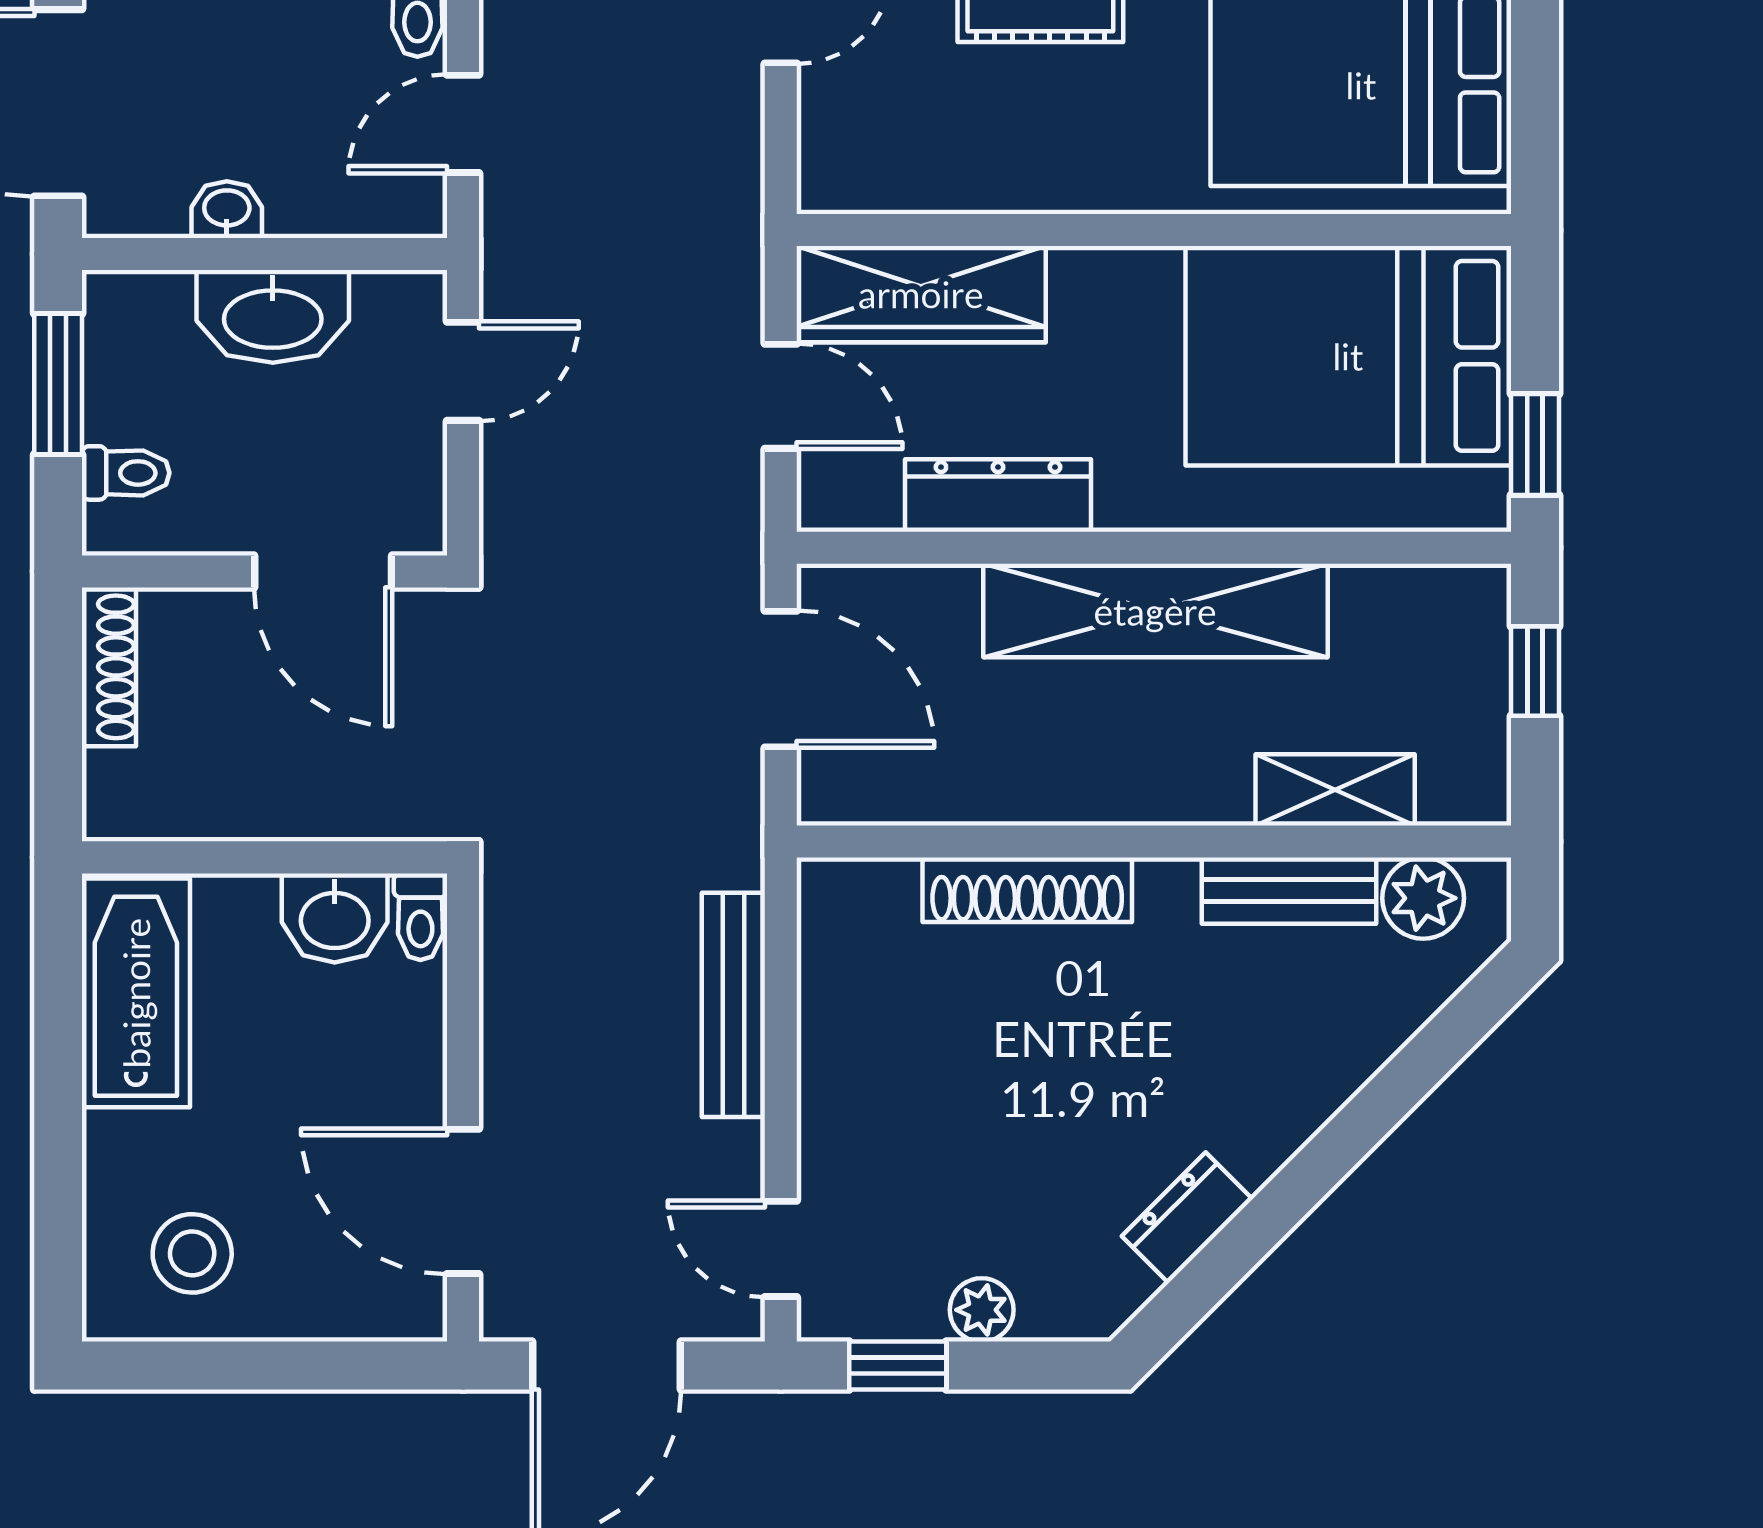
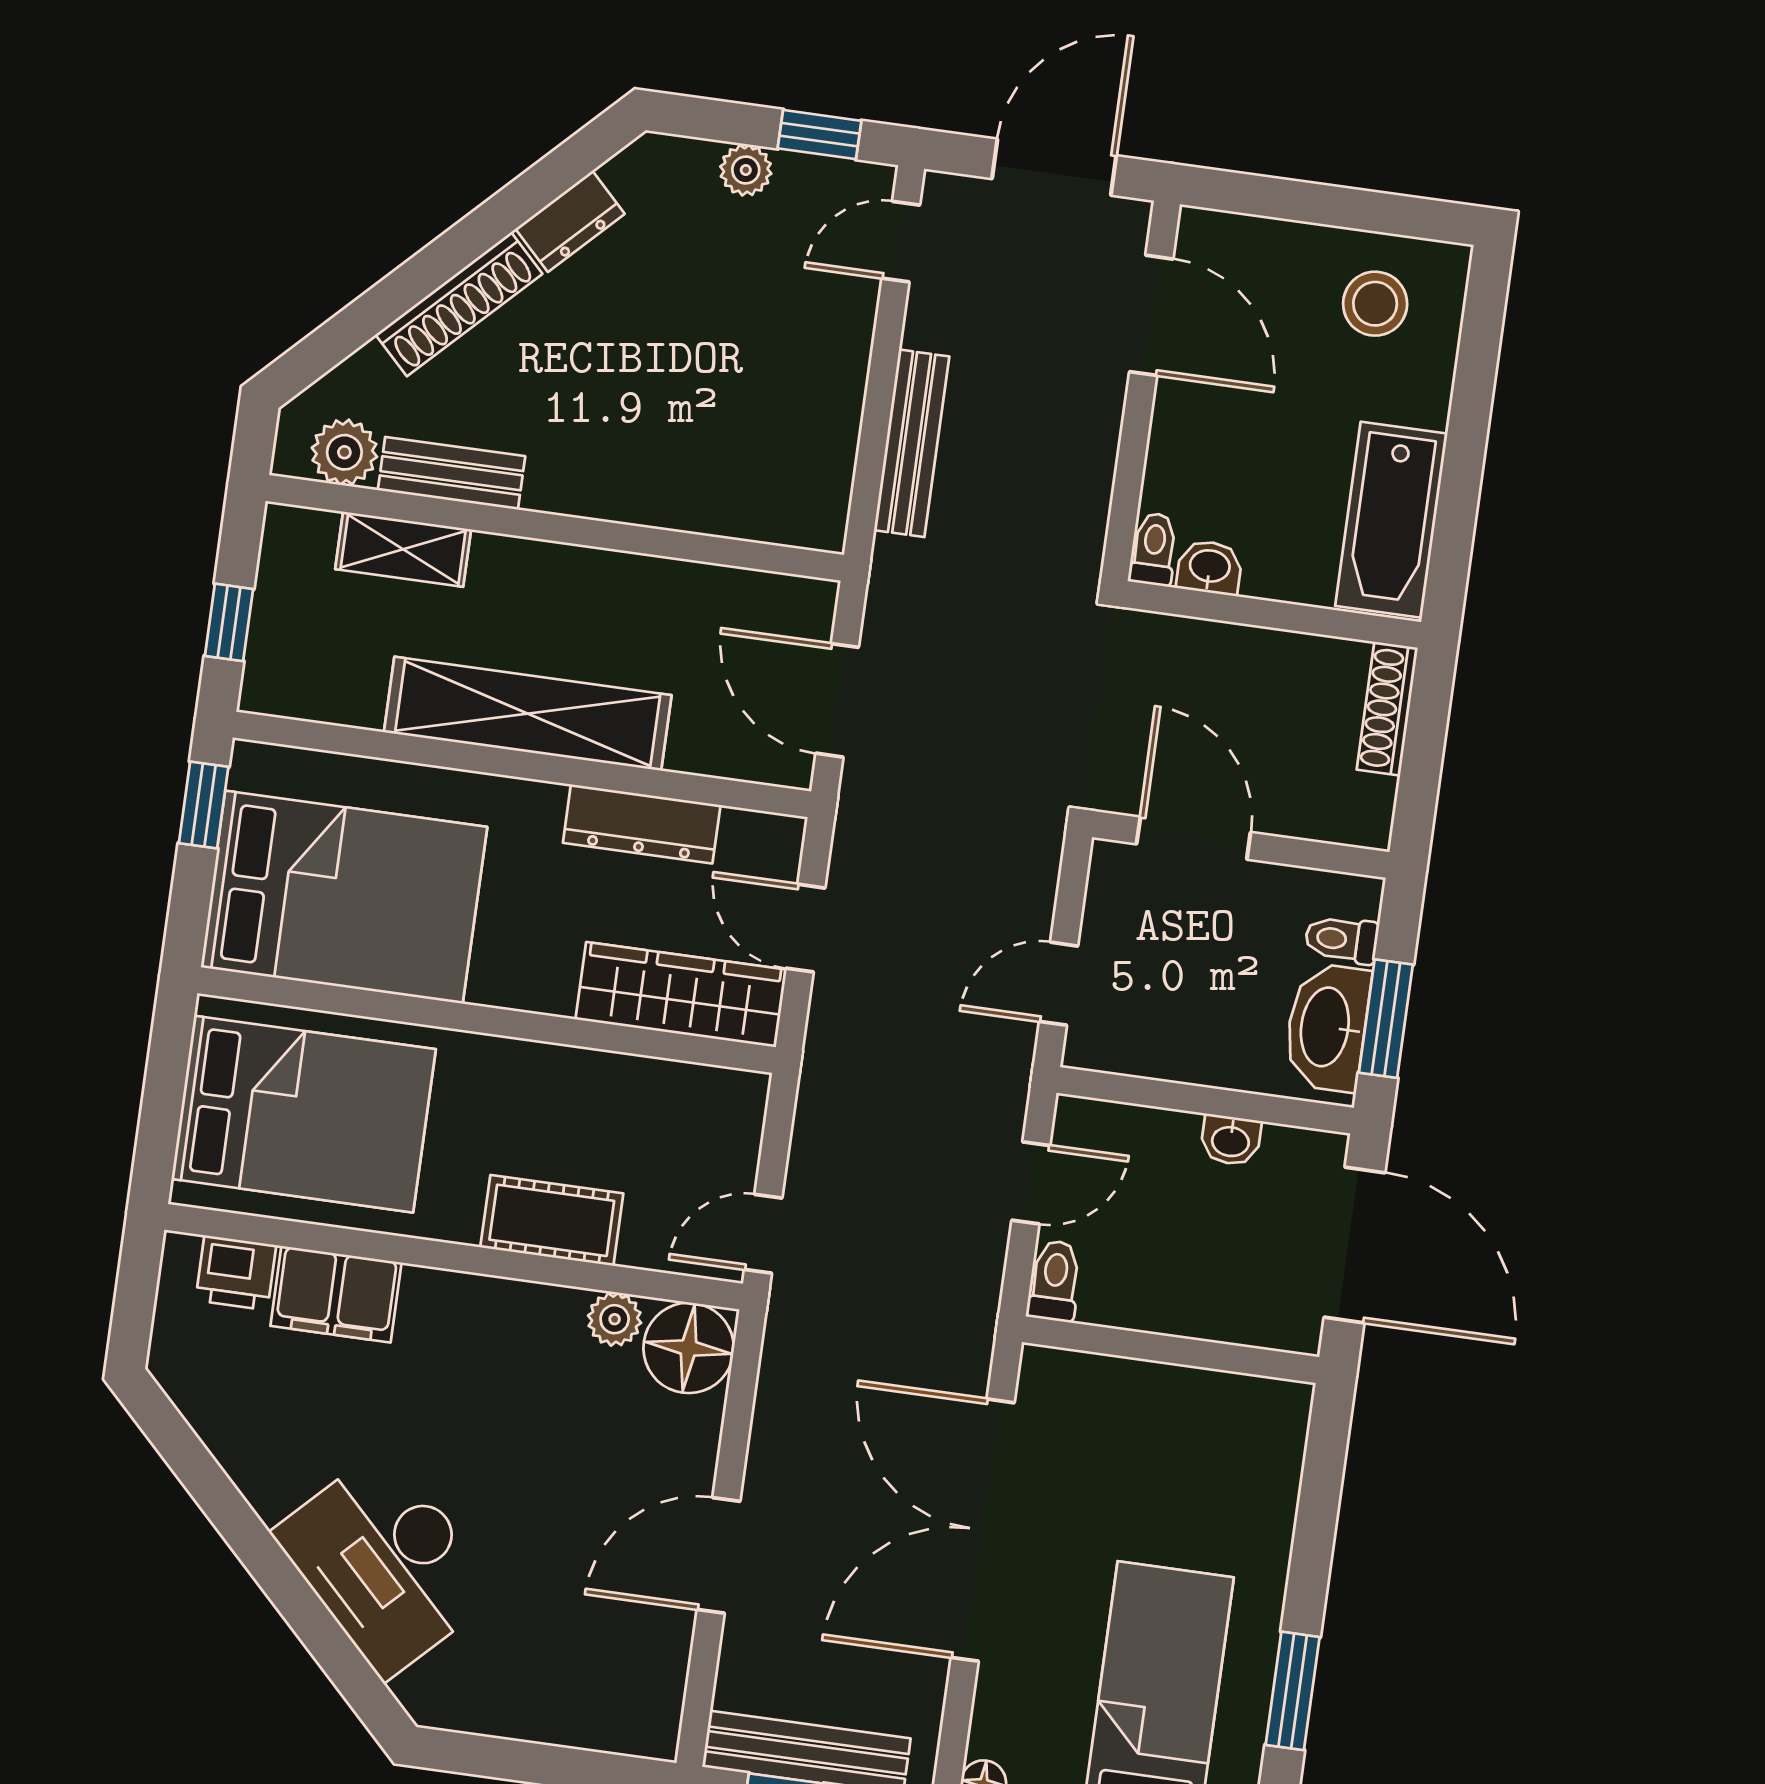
washbasin: (273, 316) -> (1327, 1027), moved, turned -90
shoe rack: (109, 667) -> (1387, 709), moved
shoe rack: (1027, 890) -> (459, 304), moved, turned 135
washbasin: (335, 918) -> (1210, 567), width x0.72, depth x0.69
door: (781, 1249) -> (901, 242), swing flipped

